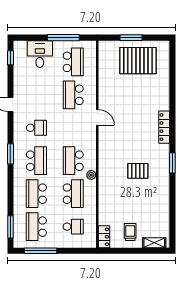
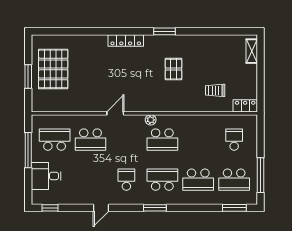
plant: (91, 175) -> (151, 120), moved
school desk: (73, 194) -> (198, 140), removed
trolley: (130, 232) -> (215, 90), moved

